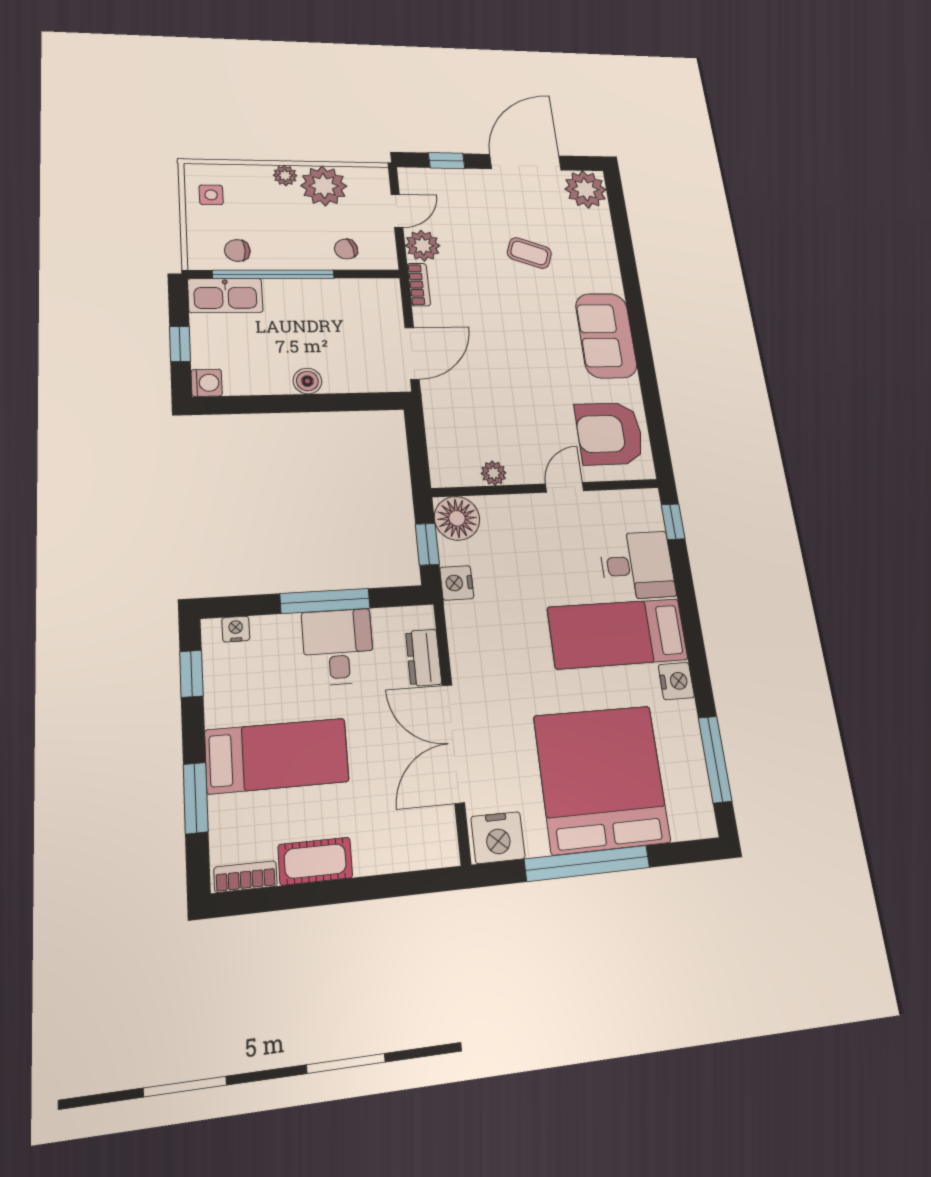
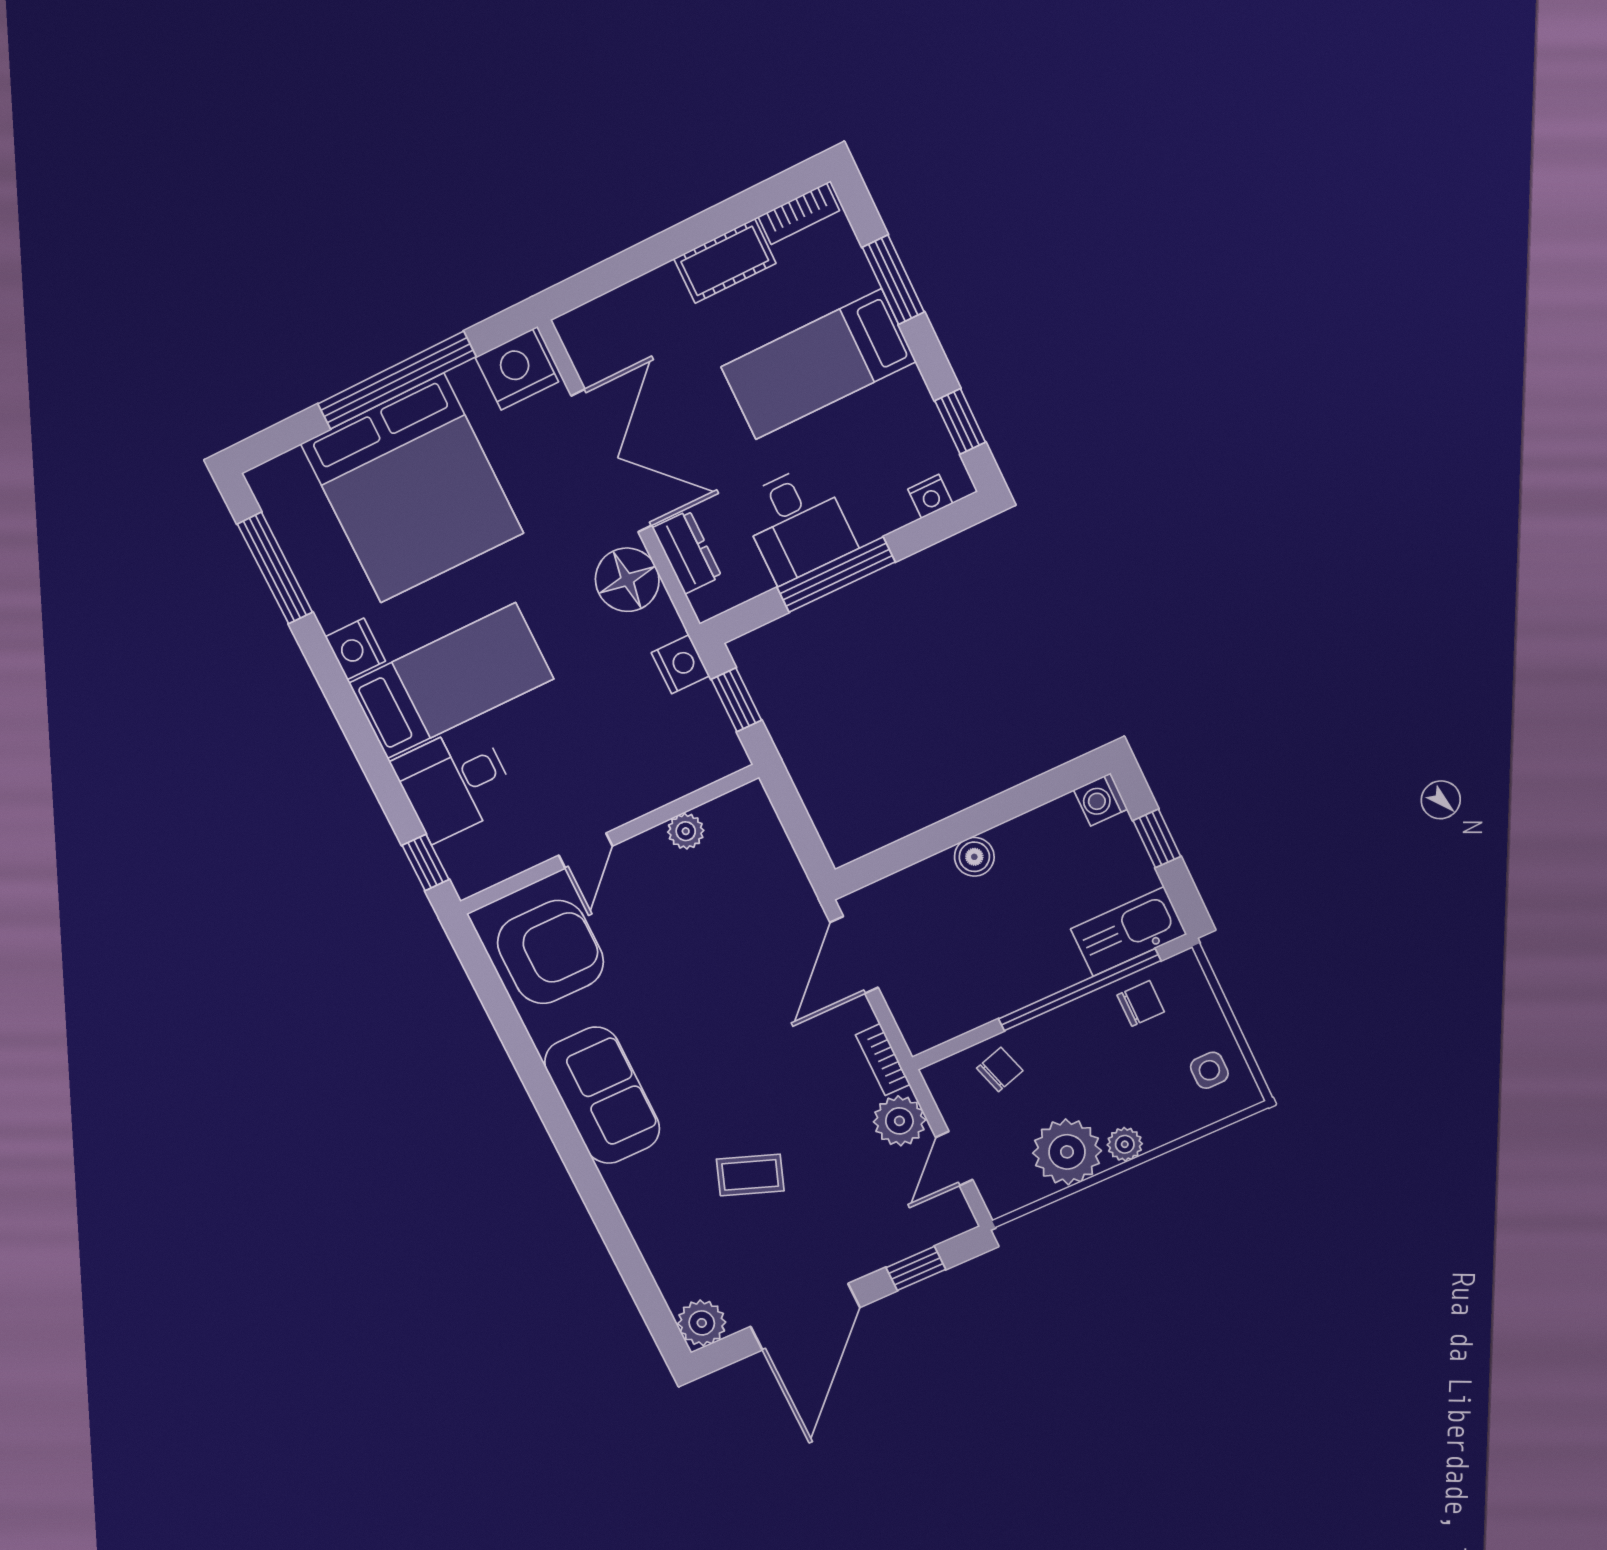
plant: (586, 189) -> (702, 1323), width x0.73, depth x0.73
floor lamp: (457, 518) -> (627, 580), moved

